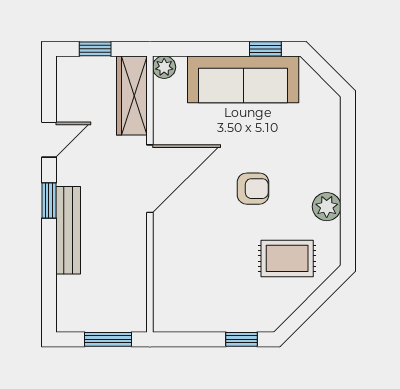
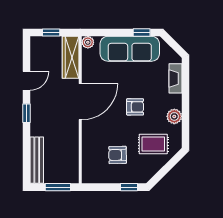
fireplace: (329, 135) -> (176, 78), added
bench: (68, 230) -> (37, 160), moved
armchair: (220, 279) -> (118, 155), added

